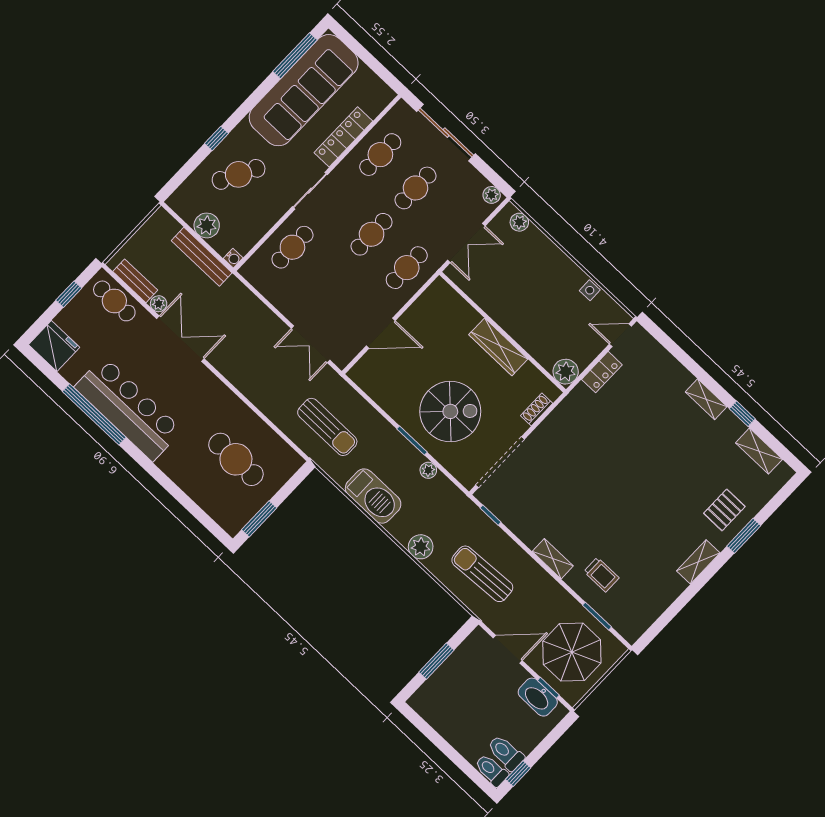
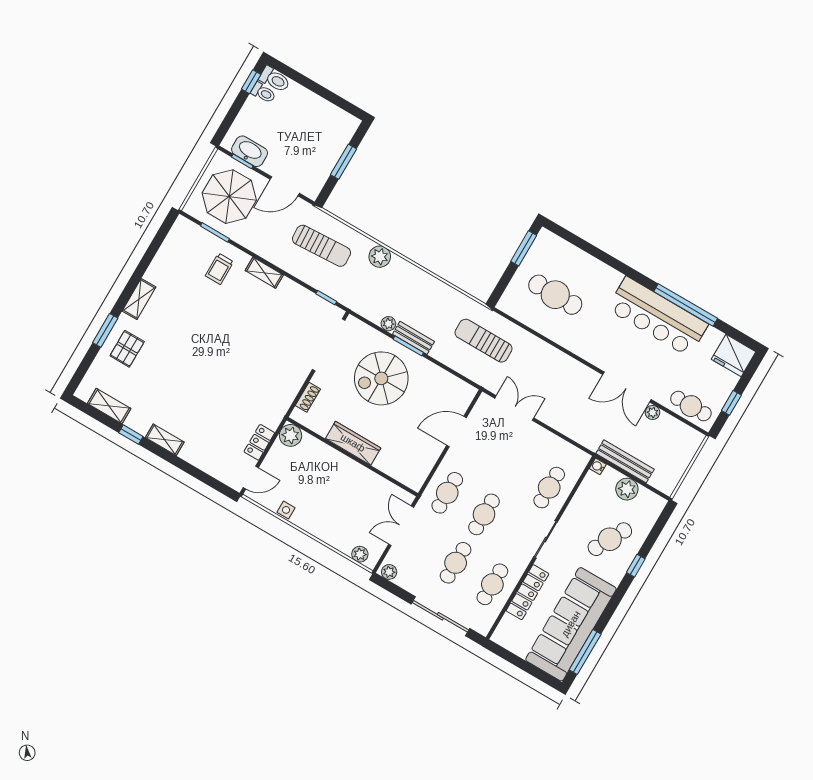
bench: (135, 281) -> (413, 338), moved
barbecue: (373, 496) -> (431, 291), removed
trolley: (601, 575) -> (219, 269), turned -90
toilet: (506, 753) -> (263, 93), width x0.73, depth x0.72

